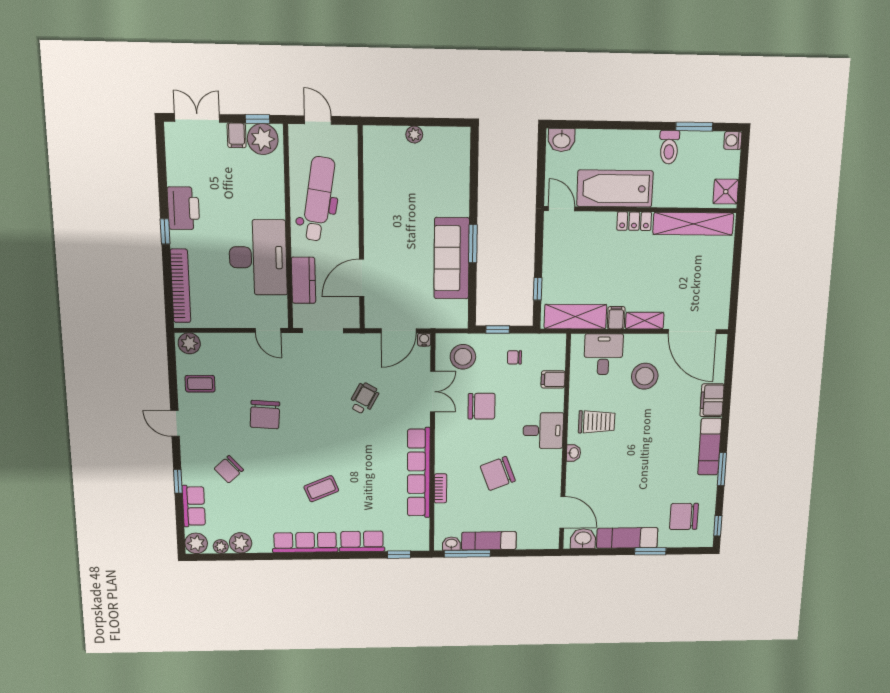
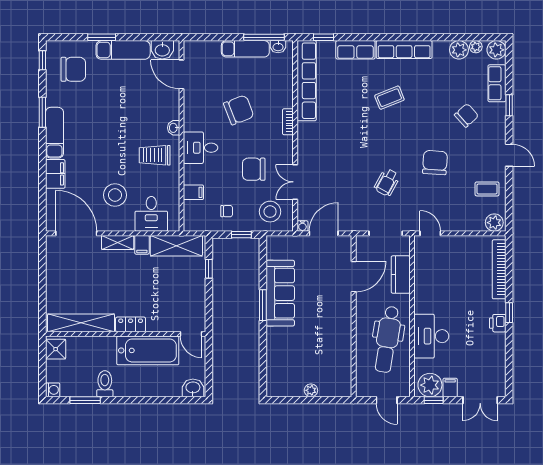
printer: (183, 208) -> (498, 323), width x0.53, depth x0.68
desk: (258, 257) -> (431, 336), moved, width x0.73, depth x0.77
wheelchair: (364, 398) -> (387, 182), moved
row of seats: (419, 473) -> (307, 81), moved
bookcase: (440, 488) -> (288, 122), moved

